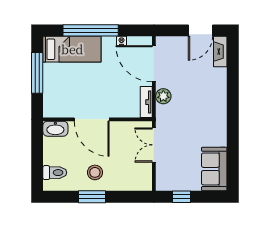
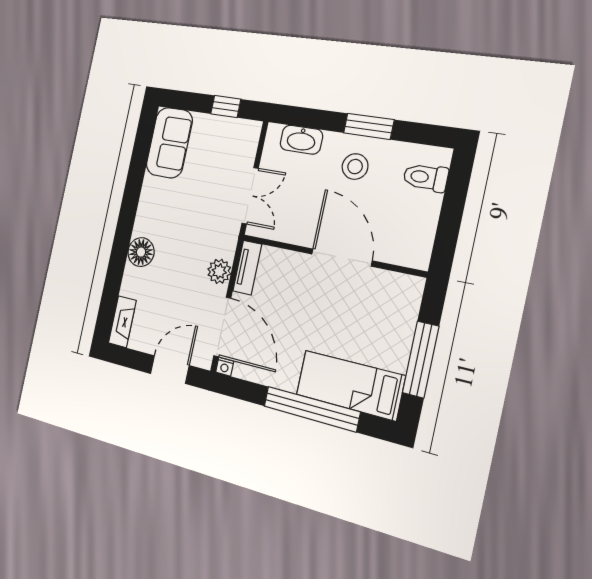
door: (200, 30) -> (170, 369), moved
nightstand: (122, 41) -> (225, 367), moved
floor lamp: (218, 97) -> (141, 252), added
washbasin: (55, 129) -> (301, 140), moved, turned 180

